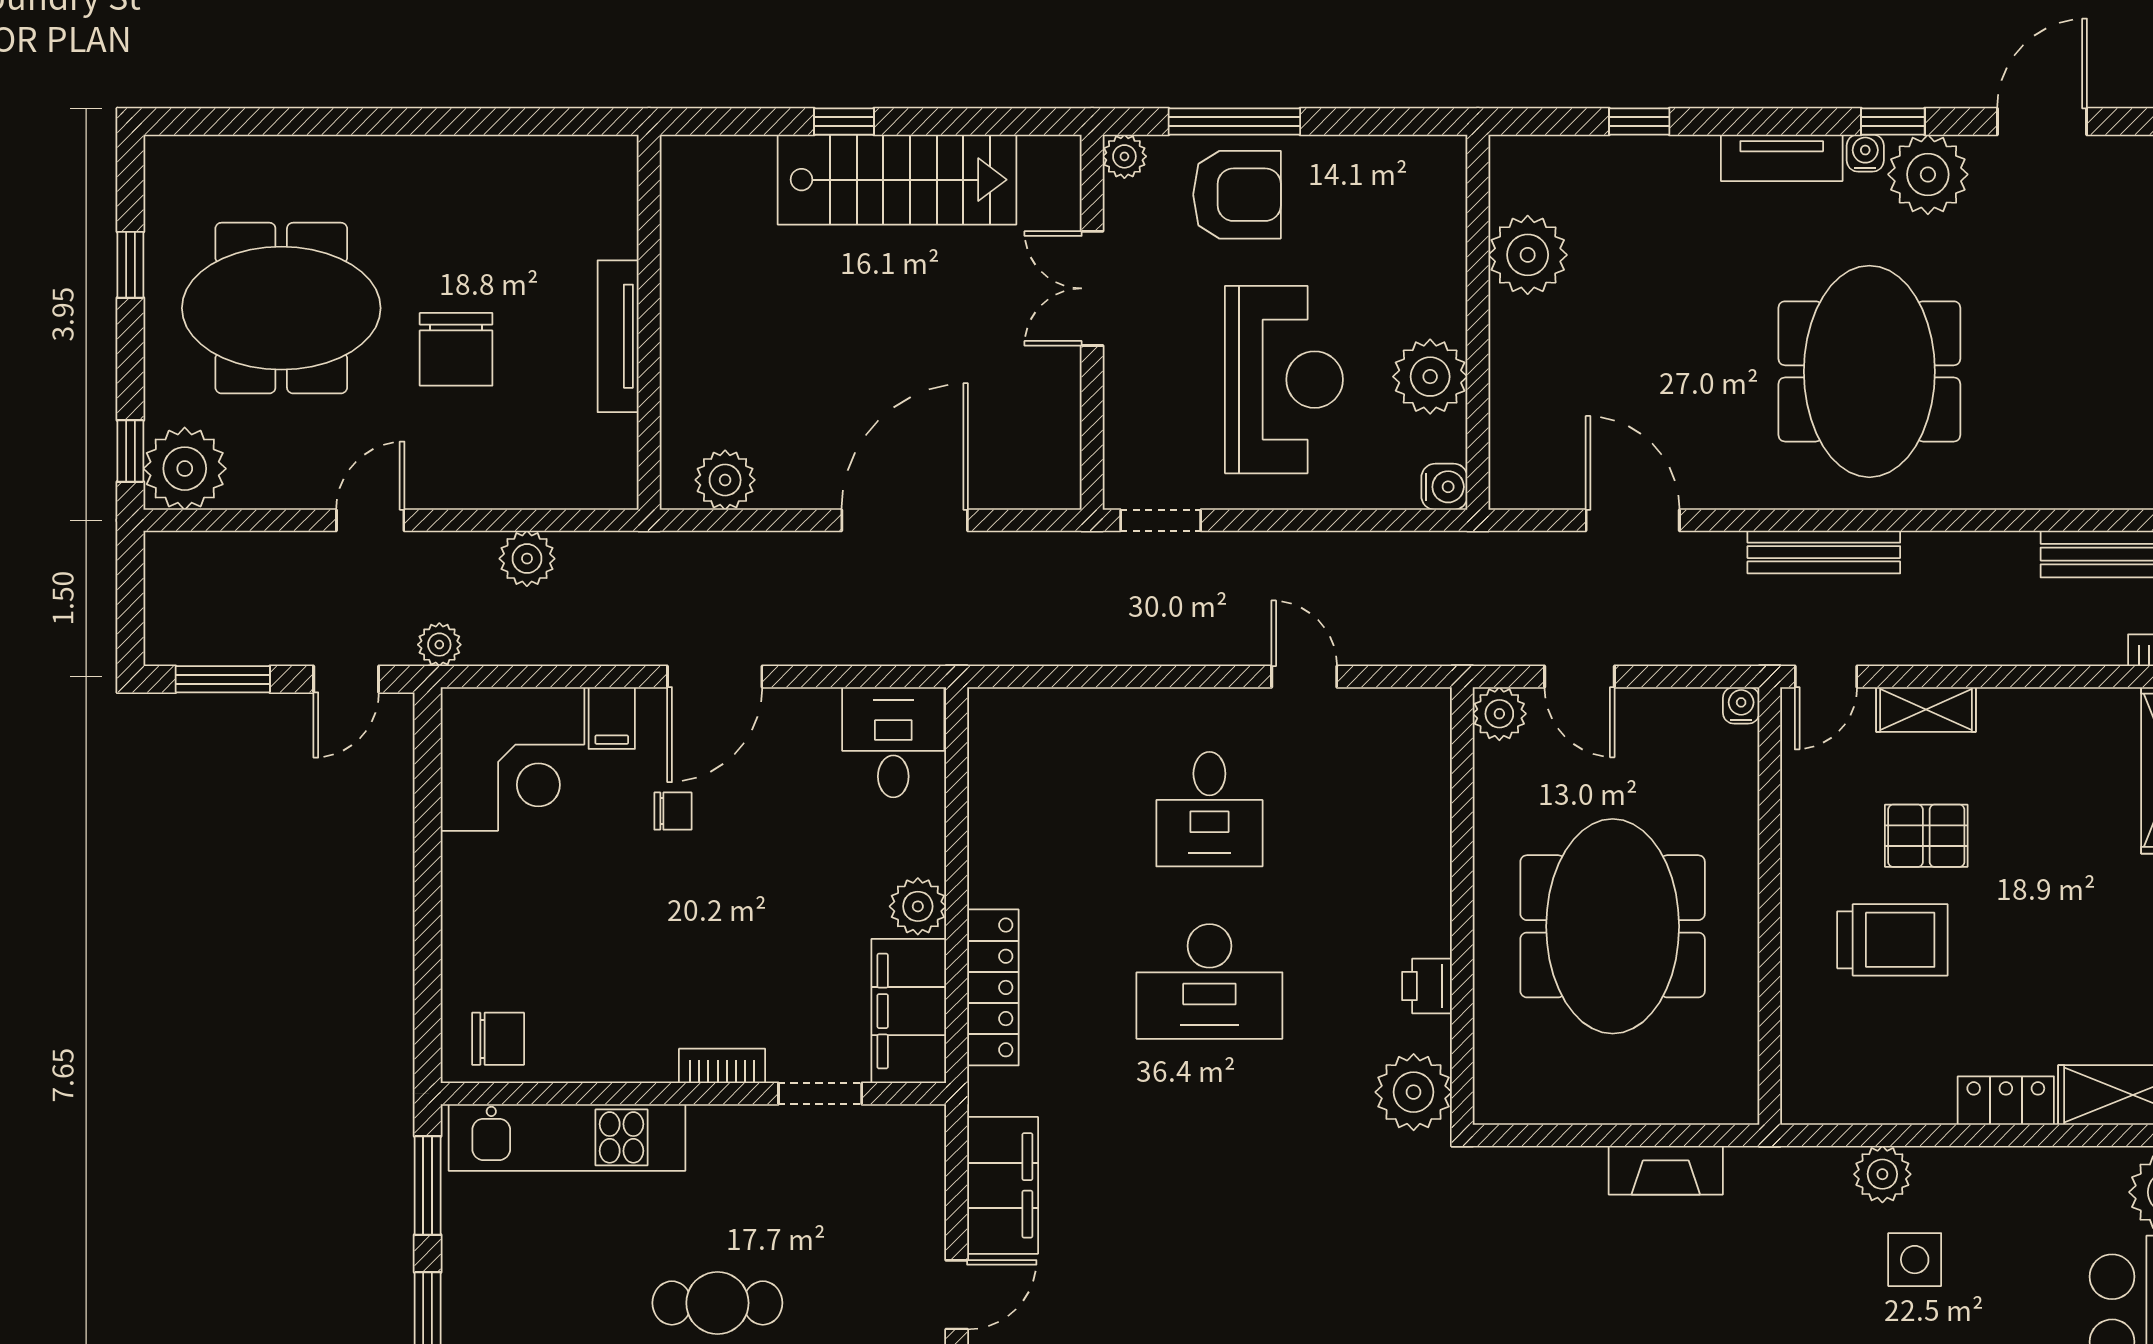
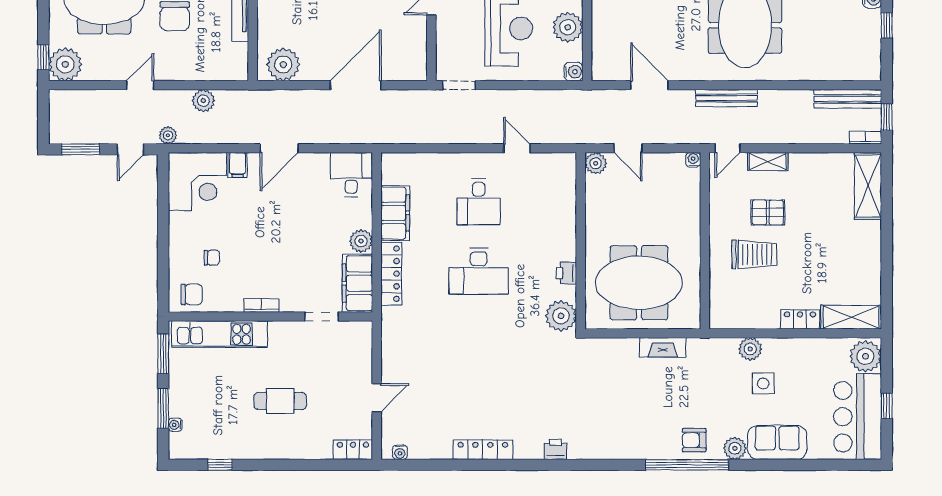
plant: (725, 480) -> (283, 65), width x1.36, depth x1.36
chair: (673, 811) -> (212, 258), moved
meeting table: (1613, 926) -> (639, 283), moved, turned 90
bookcase: (722, 1066) -> (261, 305), moved
filing cabinet: (1003, 1185) -> (395, 213), moved

